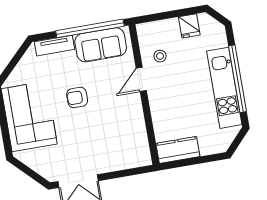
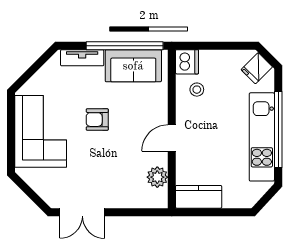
fridge: (189, 26) -> (257, 68), moved, turned 45
dishwasher: (147, 33) -> (187, 62), added
door: (141, 79) -> (172, 138), moved
plant: (139, 139) -> (157, 177), added

